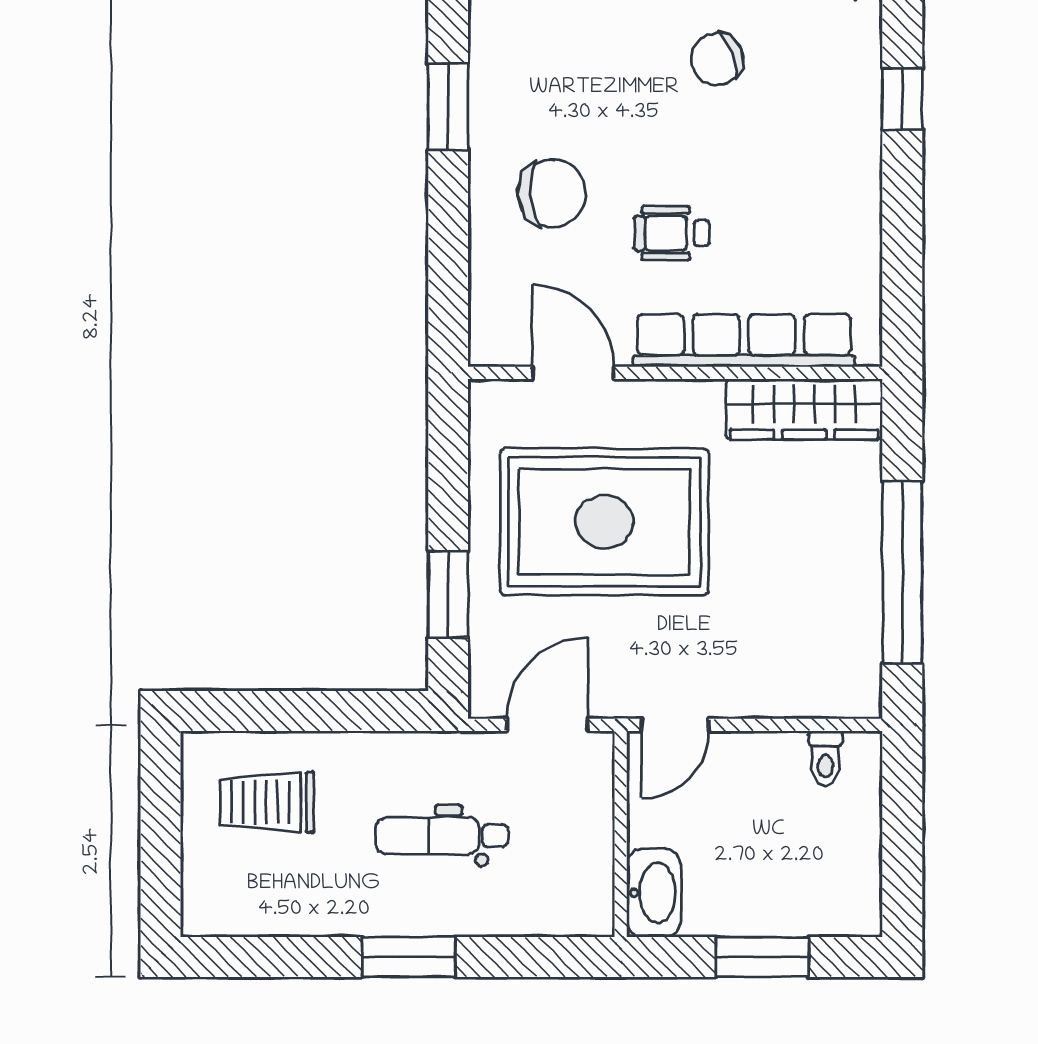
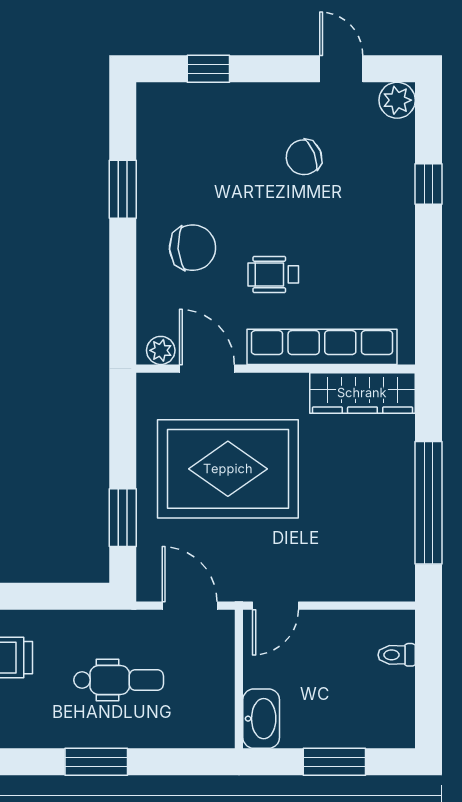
plant: (505, 346) -> (161, 350), added
door: (547, 725) -> (190, 606), hinge flipped
toilet: (825, 758) -> (397, 655), moved, turned 90
dental chair: (442, 836) -> (119, 680), turned 180

